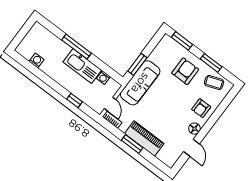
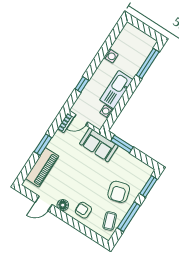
window: (77, 47) -> (148, 63), moved
washing machine: (36, 60) -> (111, 56), moved
window: (211, 63) -> (129, 217), width x1.44
armchair: (185, 71) -> (119, 192), turned 74
sofa: (140, 83) -> (99, 145), width x0.73
piano: (144, 138) -> (42, 167), moved

